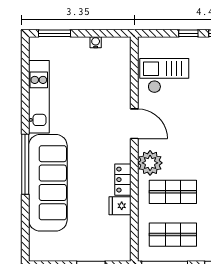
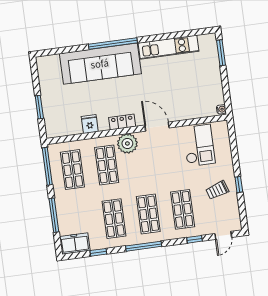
window: (188, 33) -> (236, 160), removed
water cooler: (96, 42) -> (221, 109), moved
door: (134, 124) -> (157, 127), swing flipped
locker: (123, 180) -> (122, 122), moved

